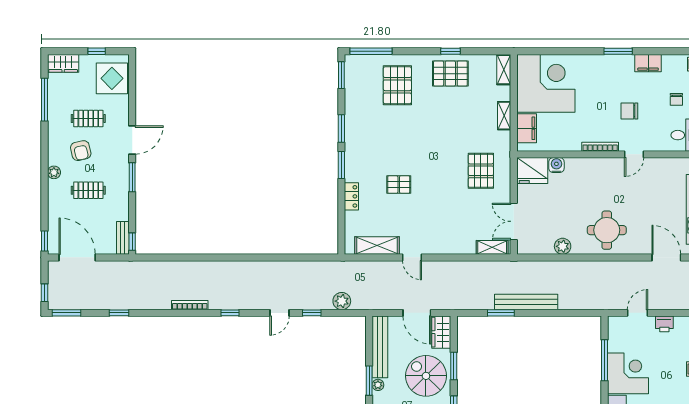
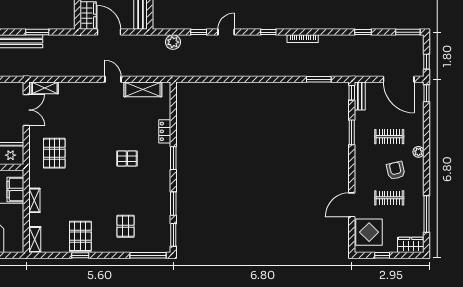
pallet: (450, 74) -> (80, 236), turned 90
pallet: (397, 85) -> (126, 226), width x0.67, depth x0.71
window: (341, 129) -> (173, 204), moved
door: (132, 140) -> (352, 205), moved
window: (132, 177) -> (352, 132), moved
pallet: (399, 185) -> (127, 158), moved
window: (171, 257) -> (319, 79), added
window: (44, 293) -> (427, 62), moved

